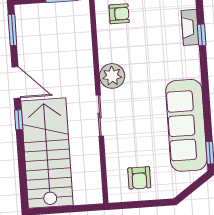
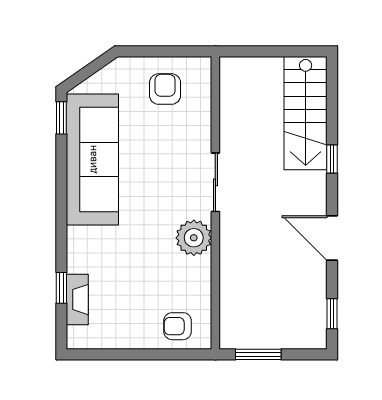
window: (12, 30) -> (332, 314), width x0.67
window: (19, 120) -> (332, 159), moved
stairs: (47, 153) -> (306, 113), width x0.73, depth x0.66

